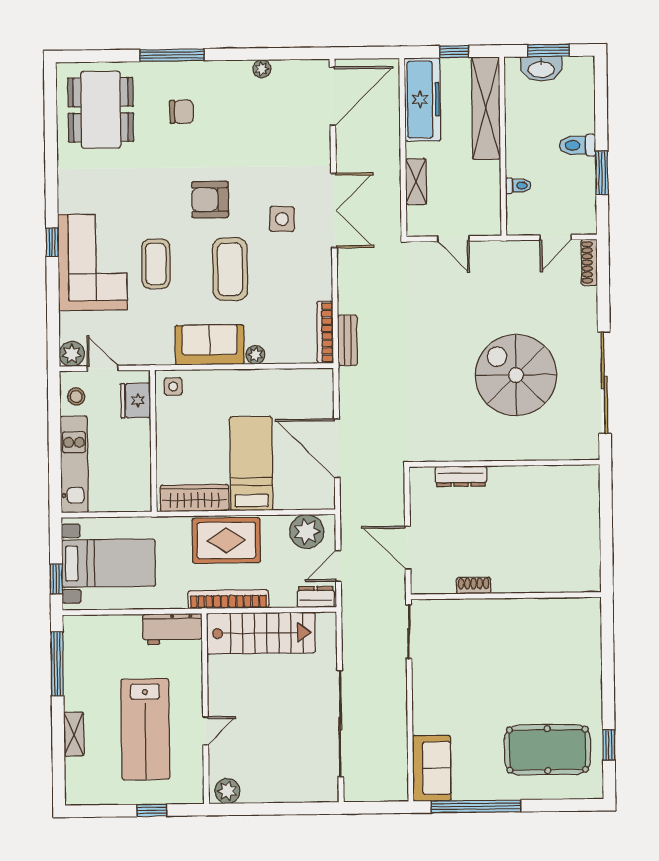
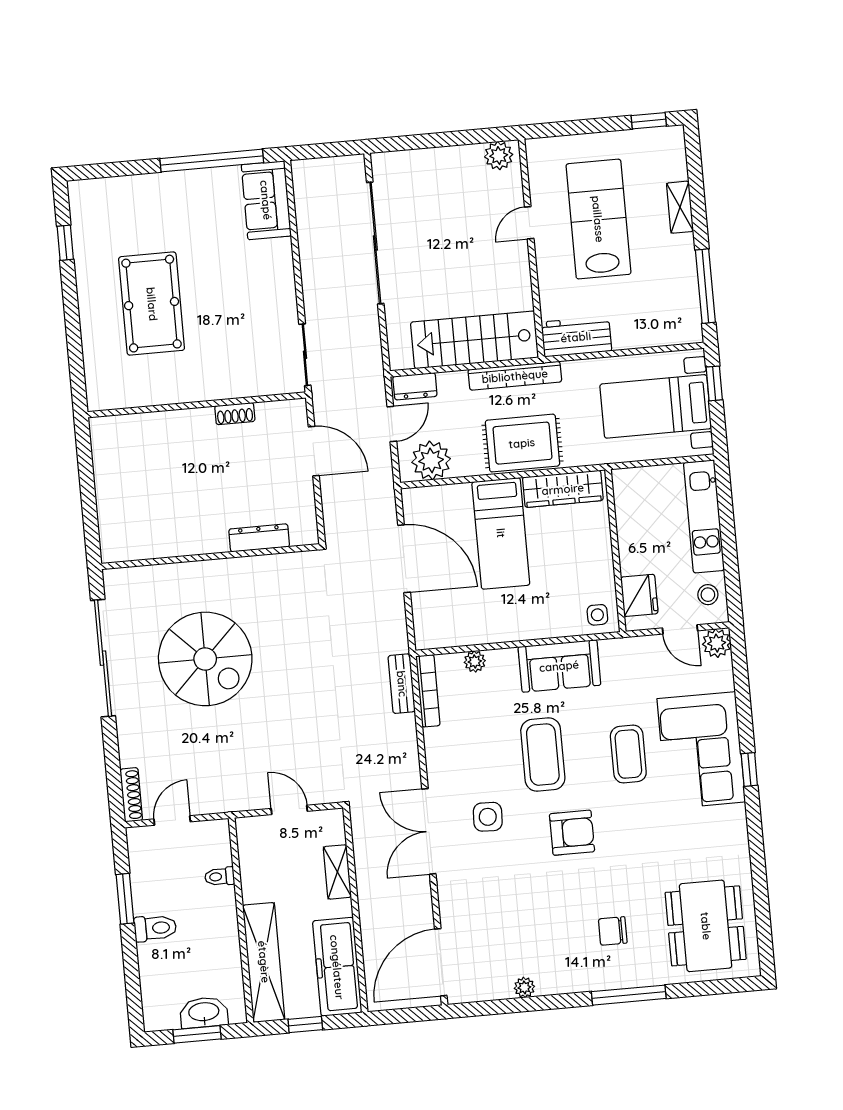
plant: (255, 355) -> (475, 661), moved
pool table: (547, 750) -> (152, 304), moved, turned 90
window: (152, 810) -> (649, 121), moved

